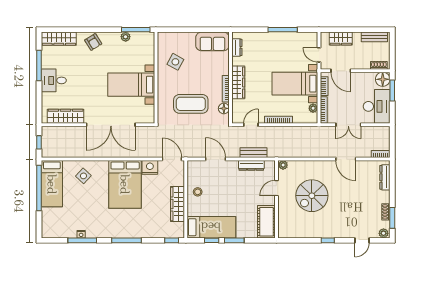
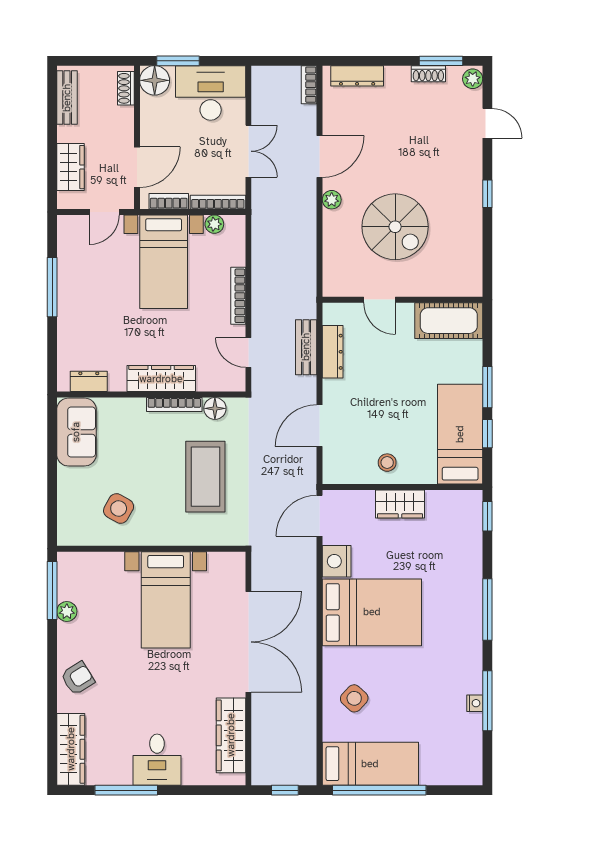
plant: (283, 165) -> (332, 200), moved
wardrobe: (178, 204) -> (400, 504), width x0.67

